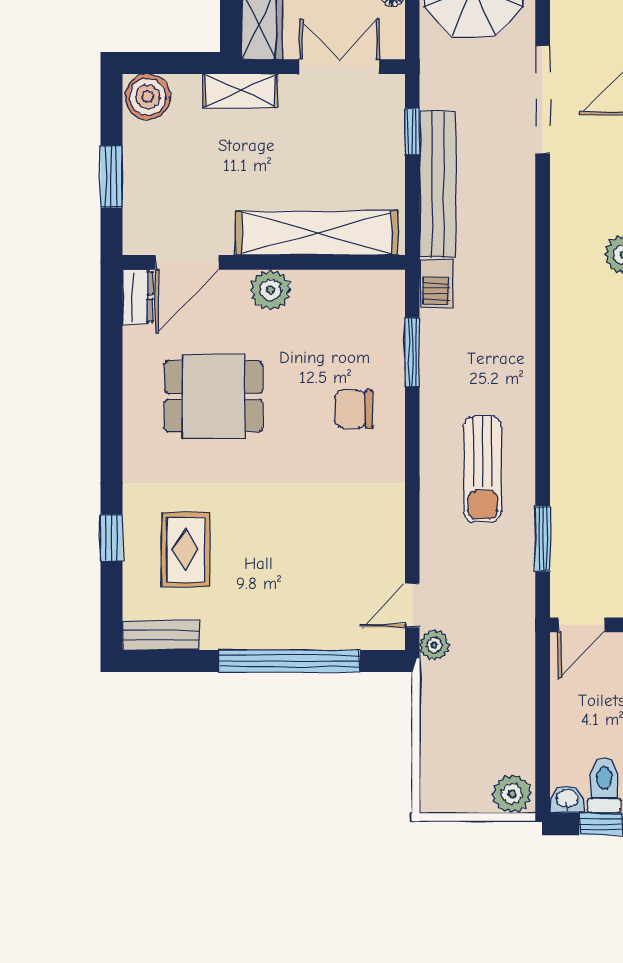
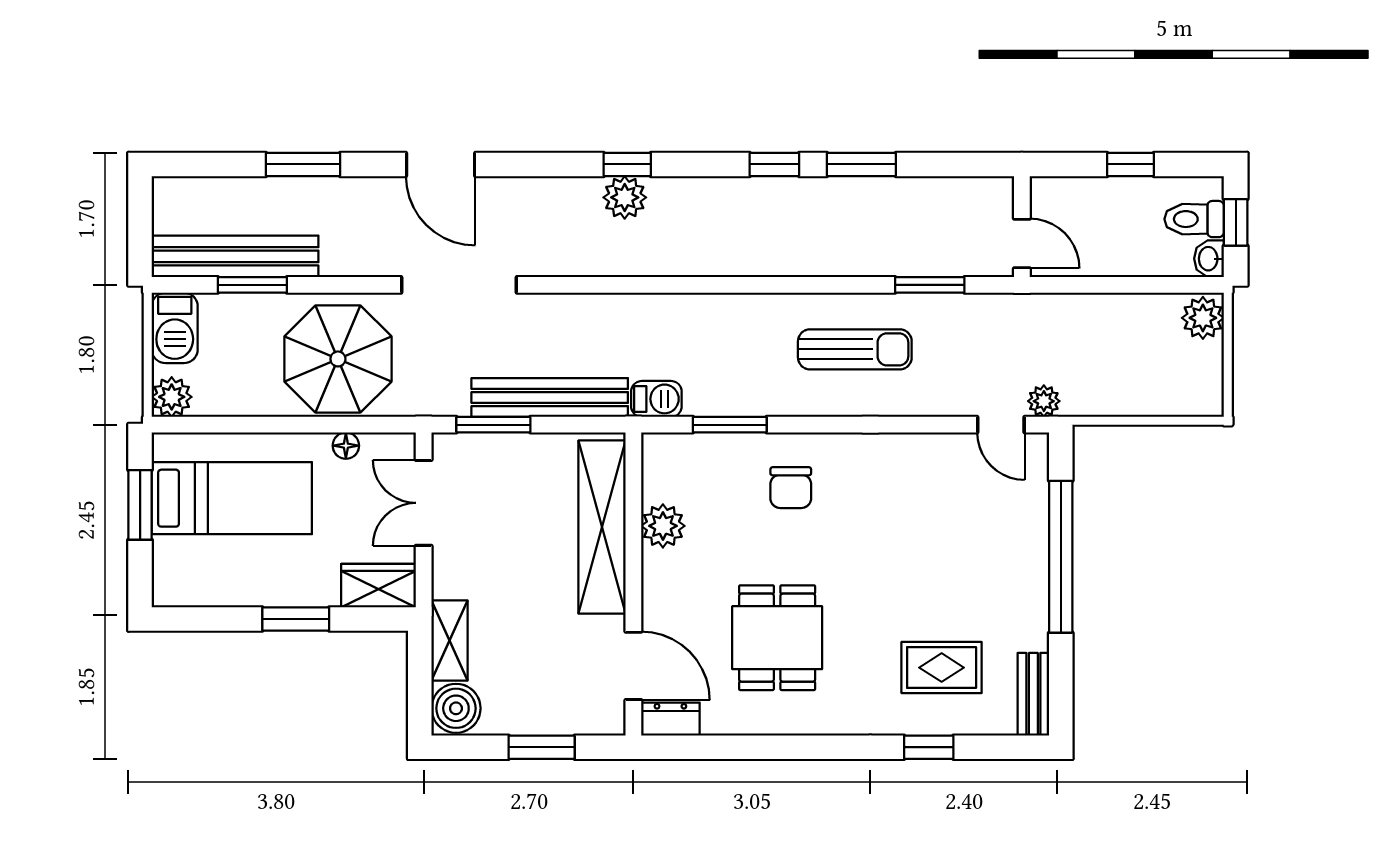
shelving: (240, 91) -> (449, 640), moved
window: (412, 132) -> (493, 425), width x1.50
plant: (271, 290) -> (663, 526), moved

